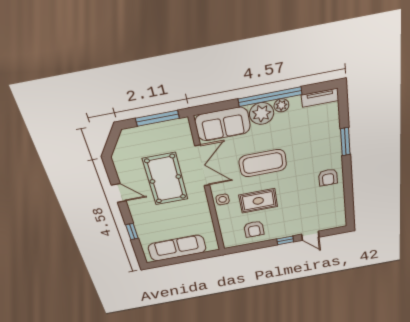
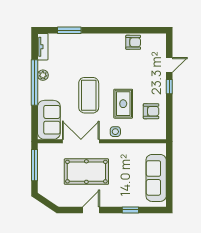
plant: (262, 114) -> (46, 90), removed
window: (345, 142) -> (69, 30), moved
armchair: (328, 177) -> (133, 42), moved

